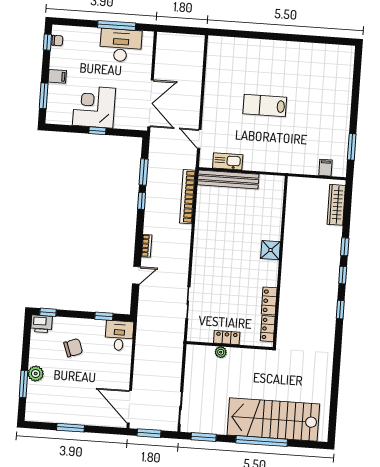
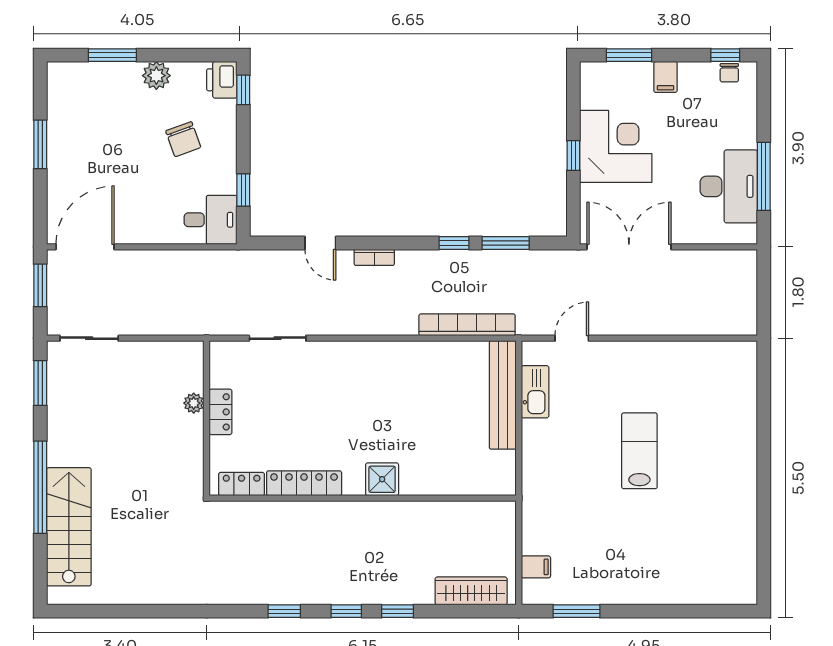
double door: (151, 103) -> (629, 247), swing flipped
locker: (269, 301) -> (304, 483), width x1.53
plant: (36, 374) -> (156, 76), moved
stairs: (273, 420) -> (69, 527), width x0.73, depth x0.66

